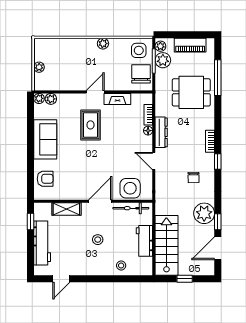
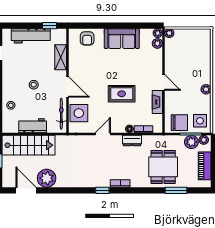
plant: (39, 67) -> (169, 33), moved
window: (218, 78) -> (176, 190), width x0.69
rug: (90, 125) -> (122, 94), moved
dresser: (161, 132) -> (132, 140), width x0.70
chair: (194, 177) -> (88, 169), removed
plant: (204, 213) -> (47, 178), moved
window: (218, 222) -> (49, 190), removed

